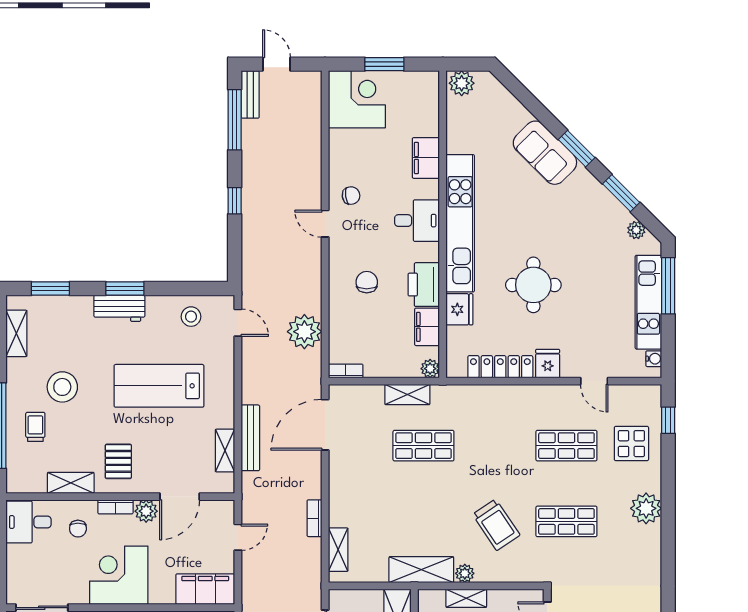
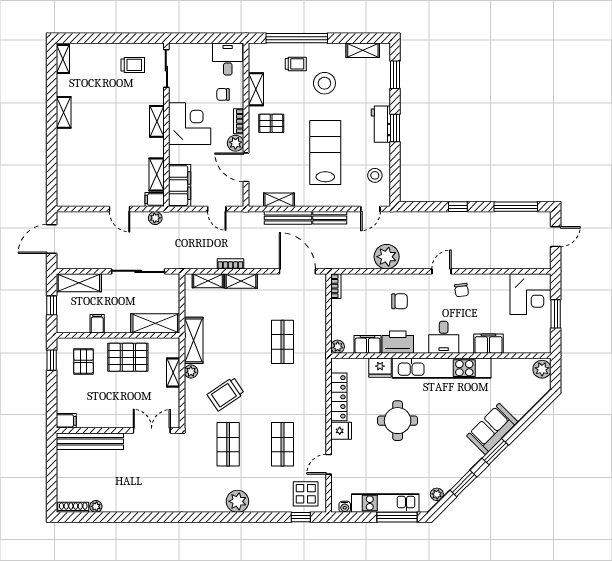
bench: (250, 95) -> (330, 218), moved
plant: (304, 332) -> (387, 257), moved
shelving: (407, 395) -> (241, 281), moved, turned 90
display table: (631, 444) -> (306, 494), moved

